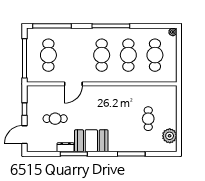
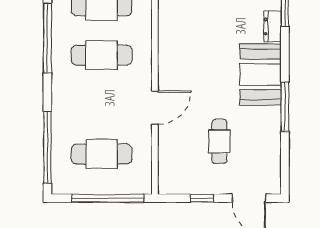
door: (73, 84) -> (155, 108), hinge flipped
dresser: (66, 147) -> (272, 27), moved

